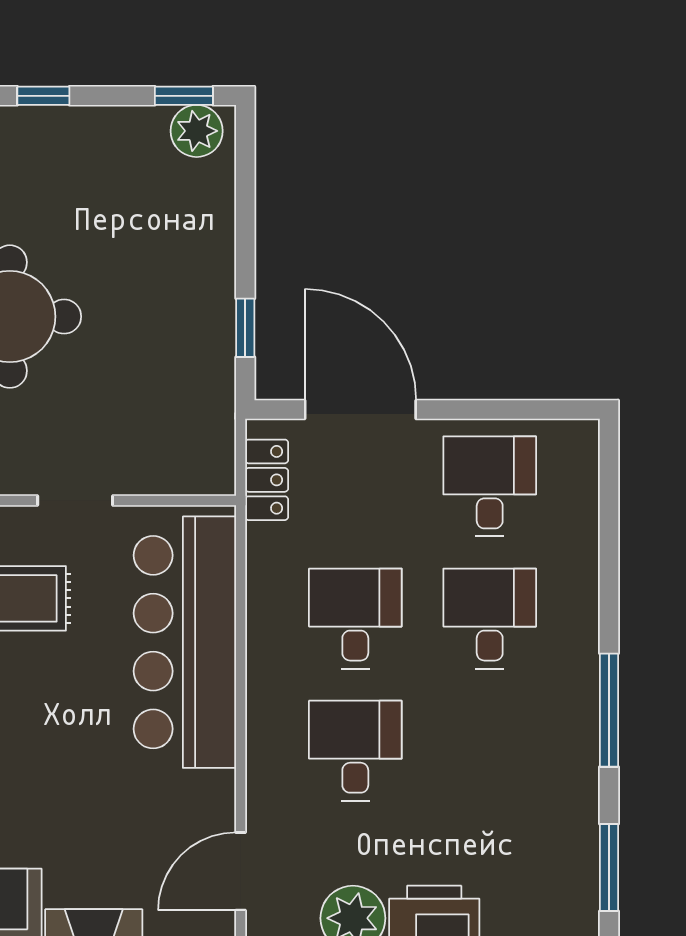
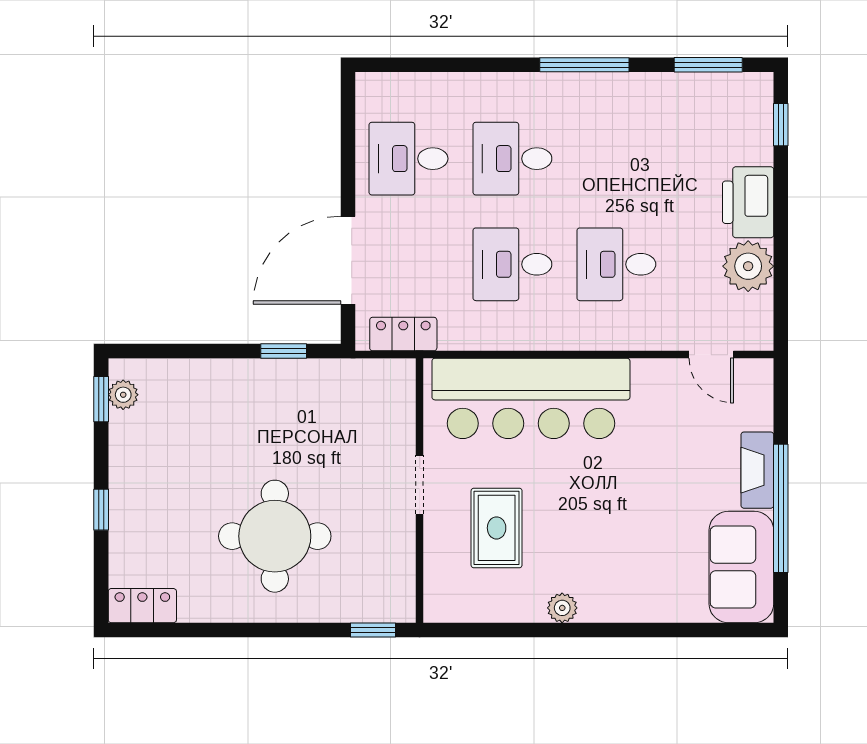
plant: (197, 131) -> (123, 395), width x0.73, depth x0.73
door: (241, 871) -> (711, 355), width x0.73

